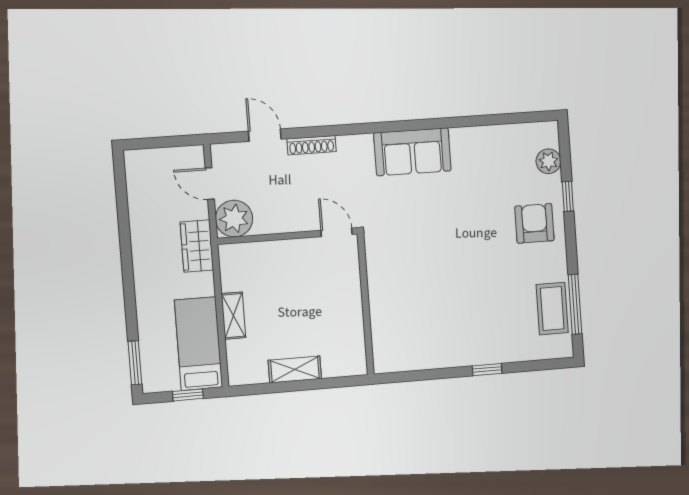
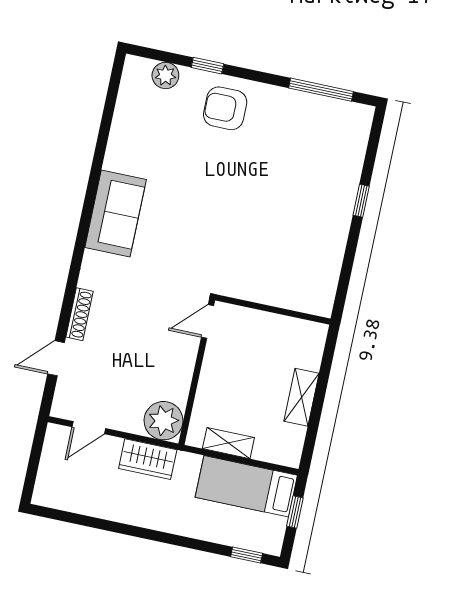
plant: (234, 219) -> (164, 421), moved
door: (337, 232) -> (207, 321), moved
wall: (288, 236) -> (197, 372), moved
coffee table: (552, 309) -> (318, 115), removed
window: (135, 363) -> (247, 555), width x0.67

